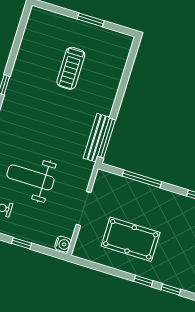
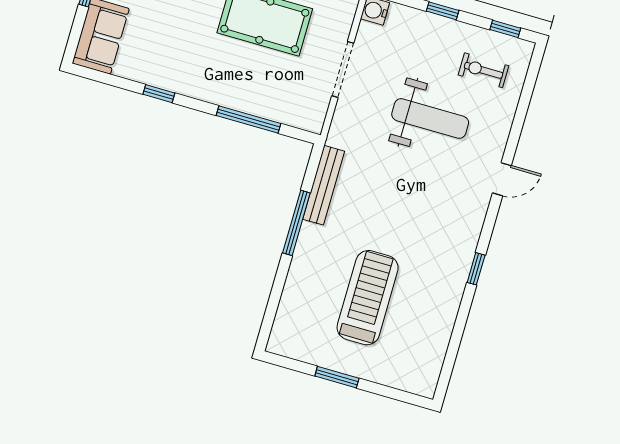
treadmill: (71, 68) -> (368, 298), width x1.37, depth x1.38
window: (106, 138) -> (296, 223), moved

